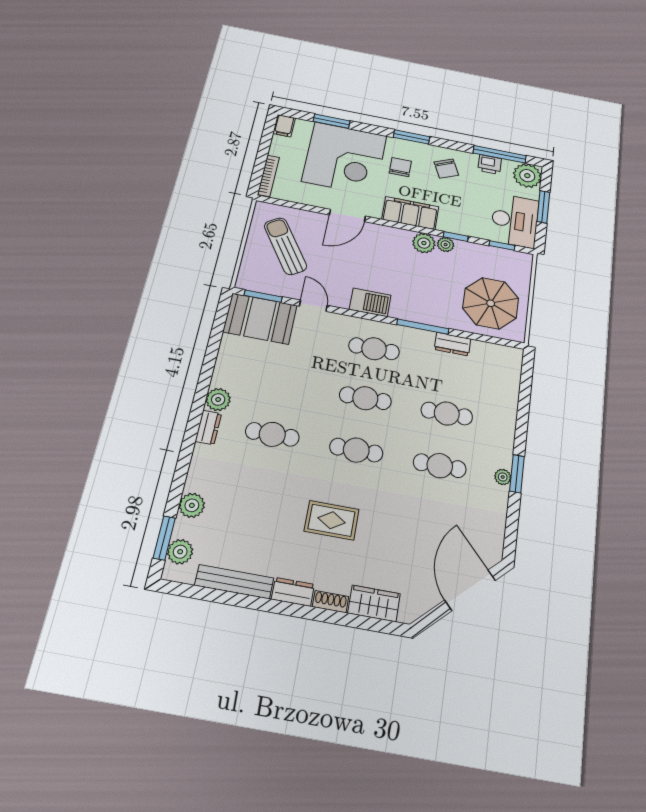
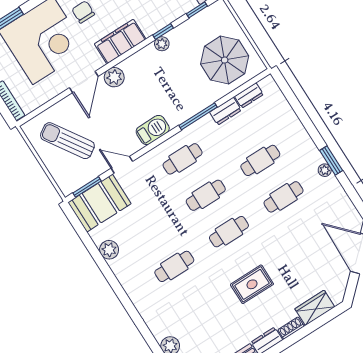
plant: (424, 243) -> (114, 77), moved
plant: (218, 399) -> (109, 250), moved
dresser: (208, 427) -> (249, 95), moved, turned 90

